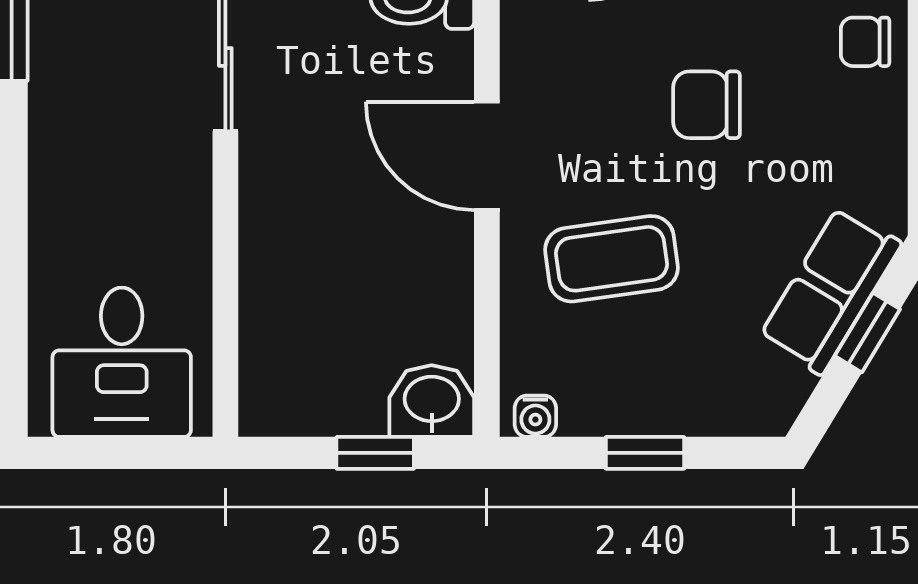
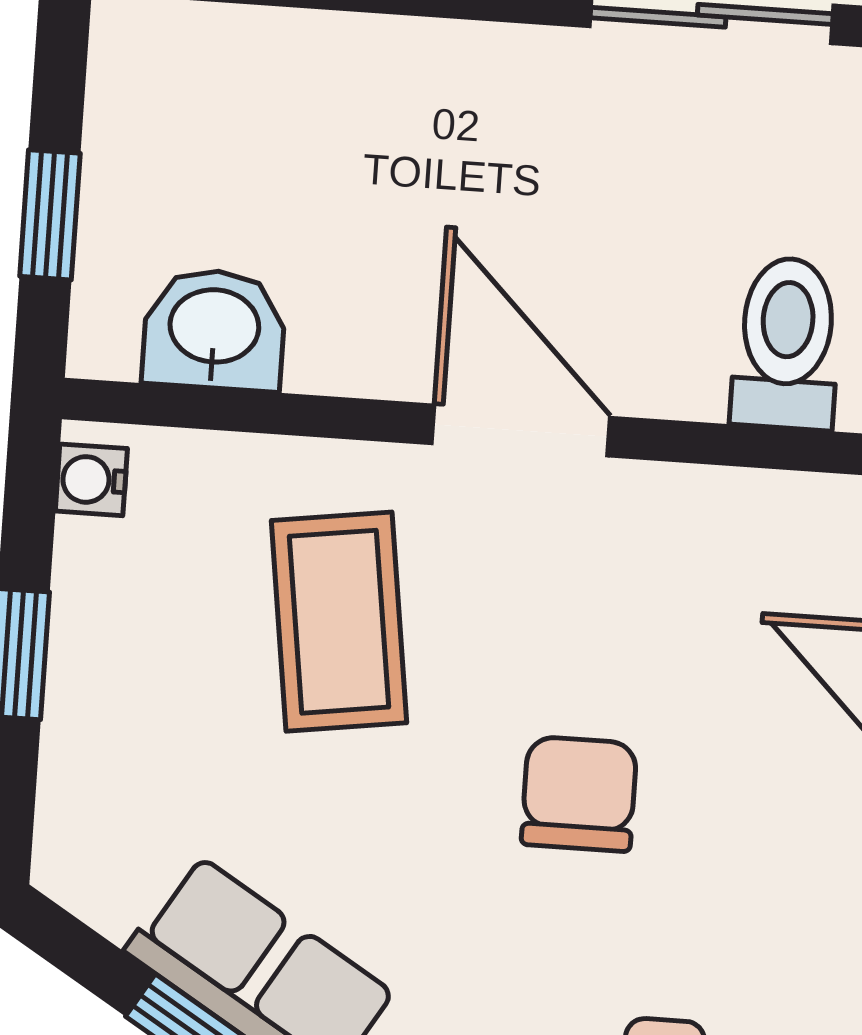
door: (487, 156) -> (521, 430), hinge flipped
washbasin: (432, 401) -> (214, 329), moved, turned -90

